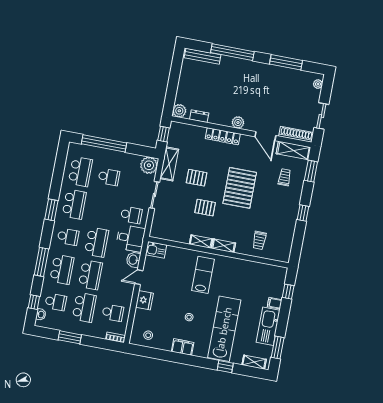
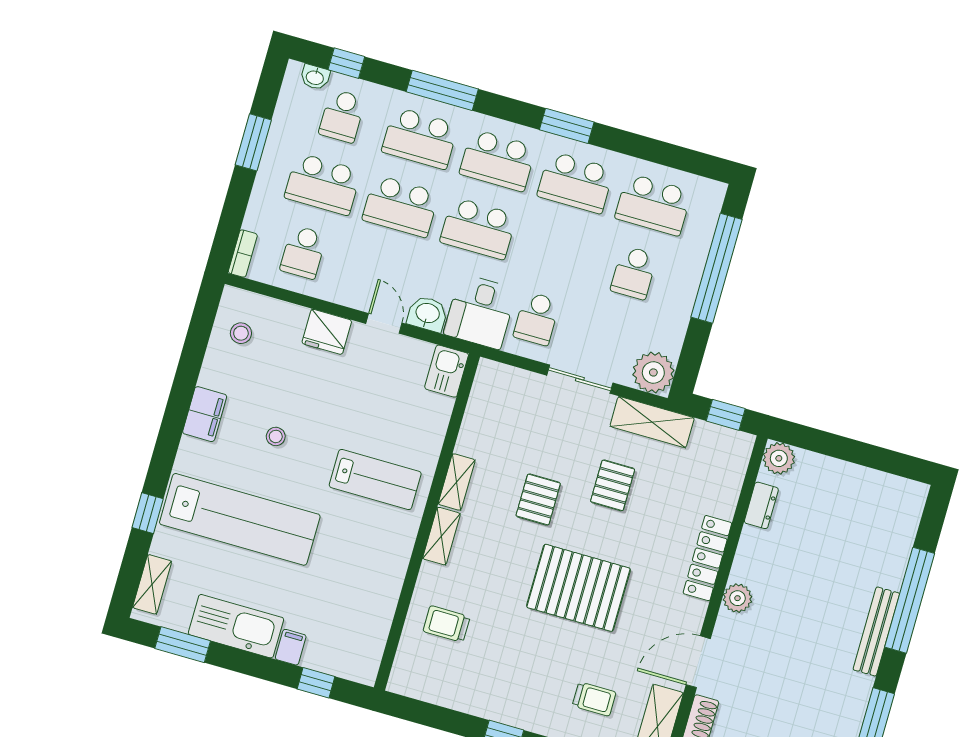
bench: (203, 56) -> (876, 631), moved
school desk: (68, 237) -> (498, 160), width x1.85

